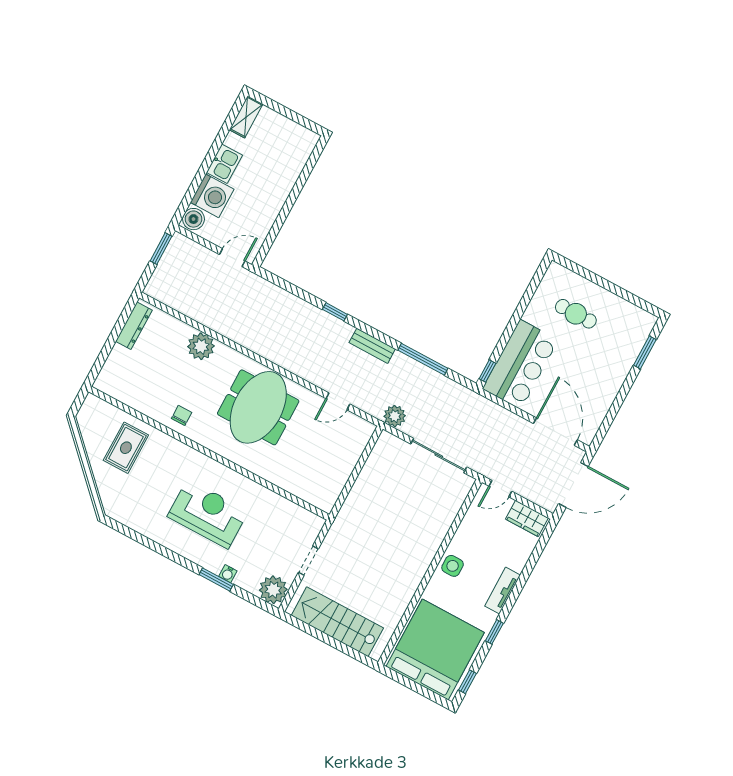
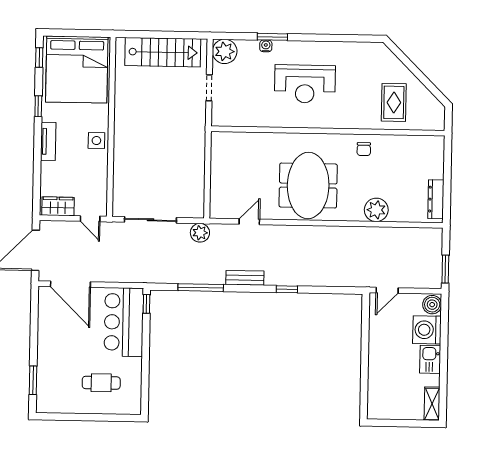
door: (500, 489) -> (90, 219), swing flipped

